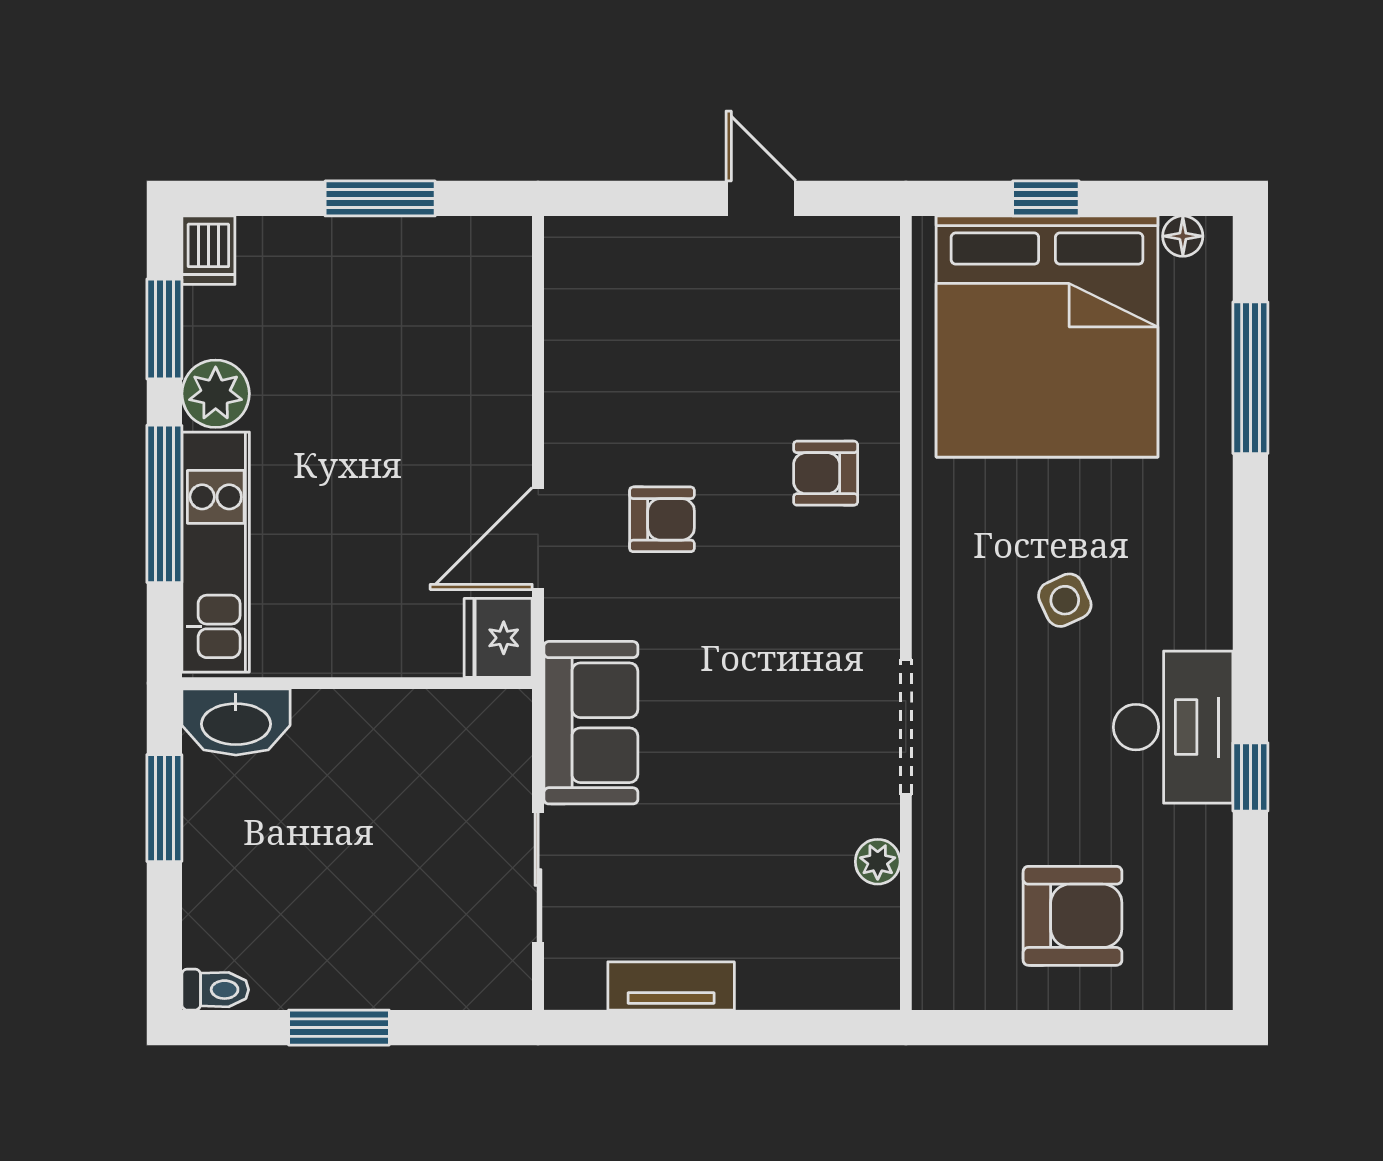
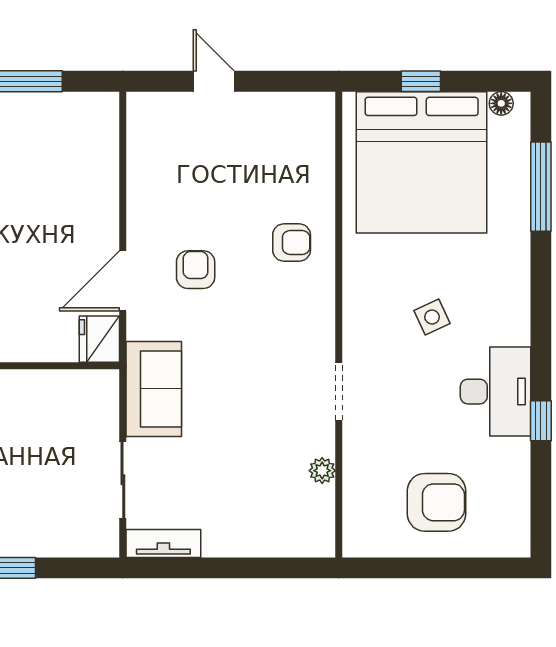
door: (761, 198) -> (214, 81), moved
armchair: (826, 473) -> (292, 243), turned 180
armchair: (662, 519) -> (196, 270), turned -90
doorway: (906, 727) -> (339, 391), width x0.73
tv unit: (671, 986) -> (163, 543), moved

